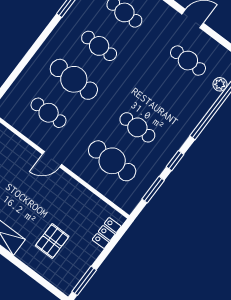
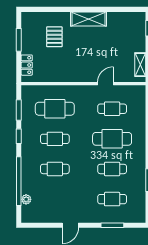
cafe table: (188, 61) -> (55, 169), moved
door: (52, 159) -> (106, 84), moved
window: (84, 281) -> (19, 40), moved

